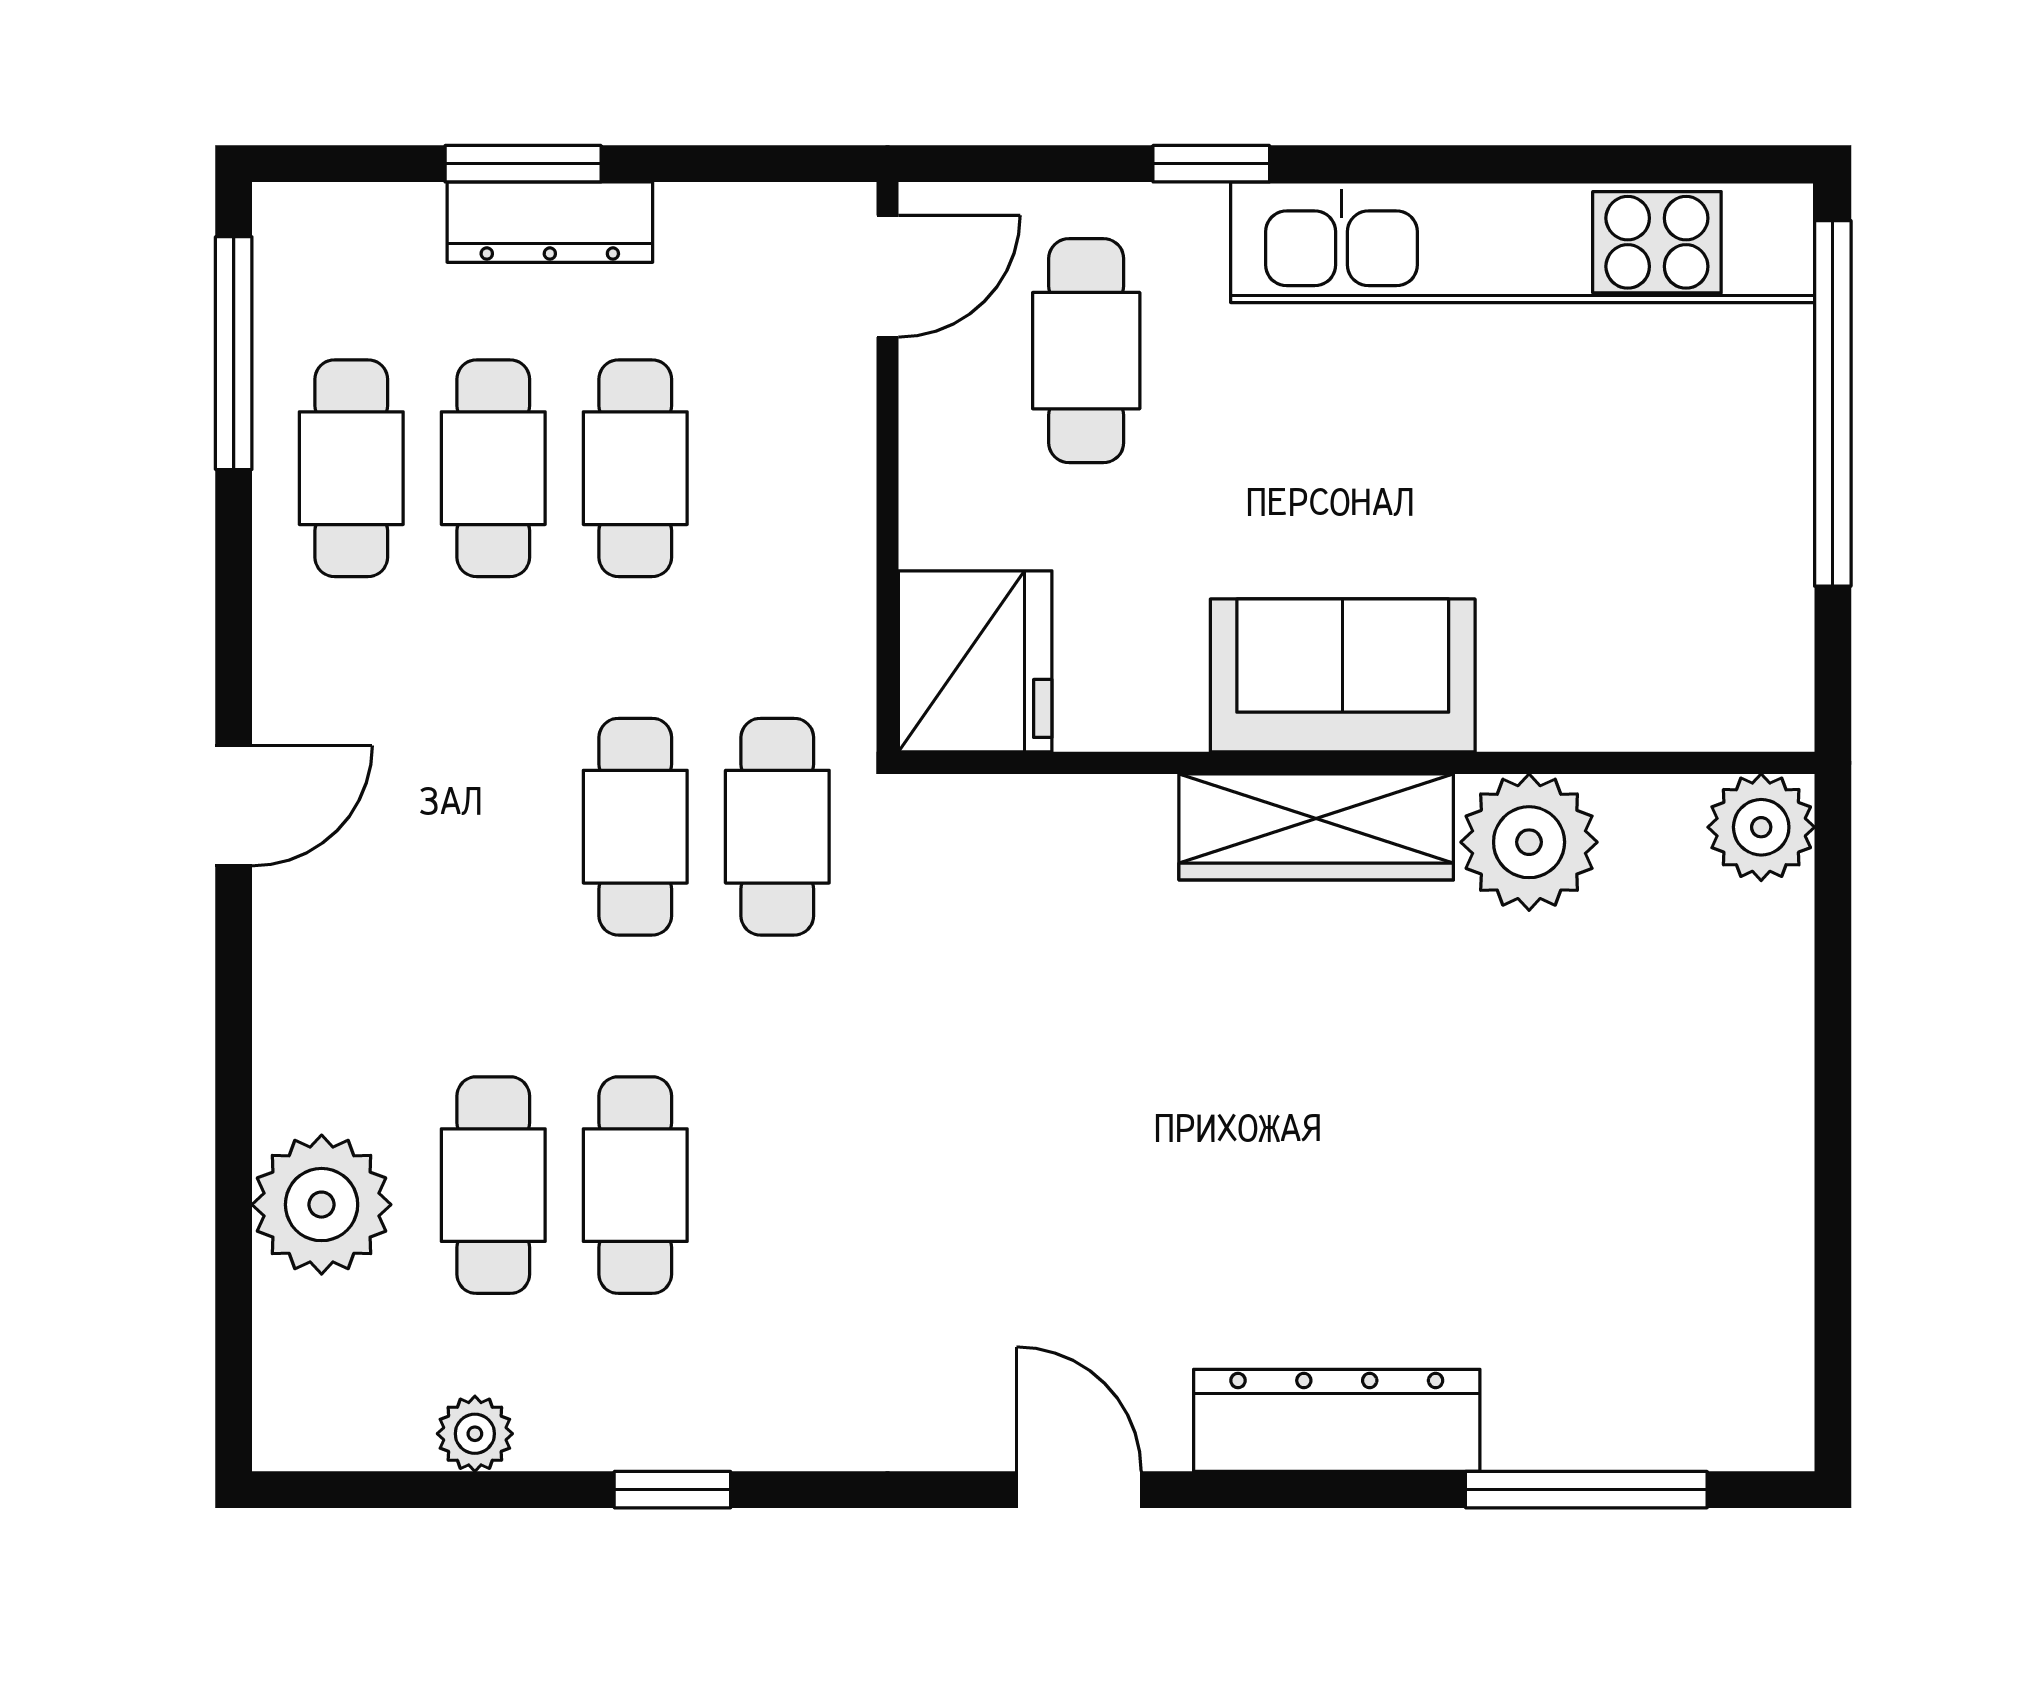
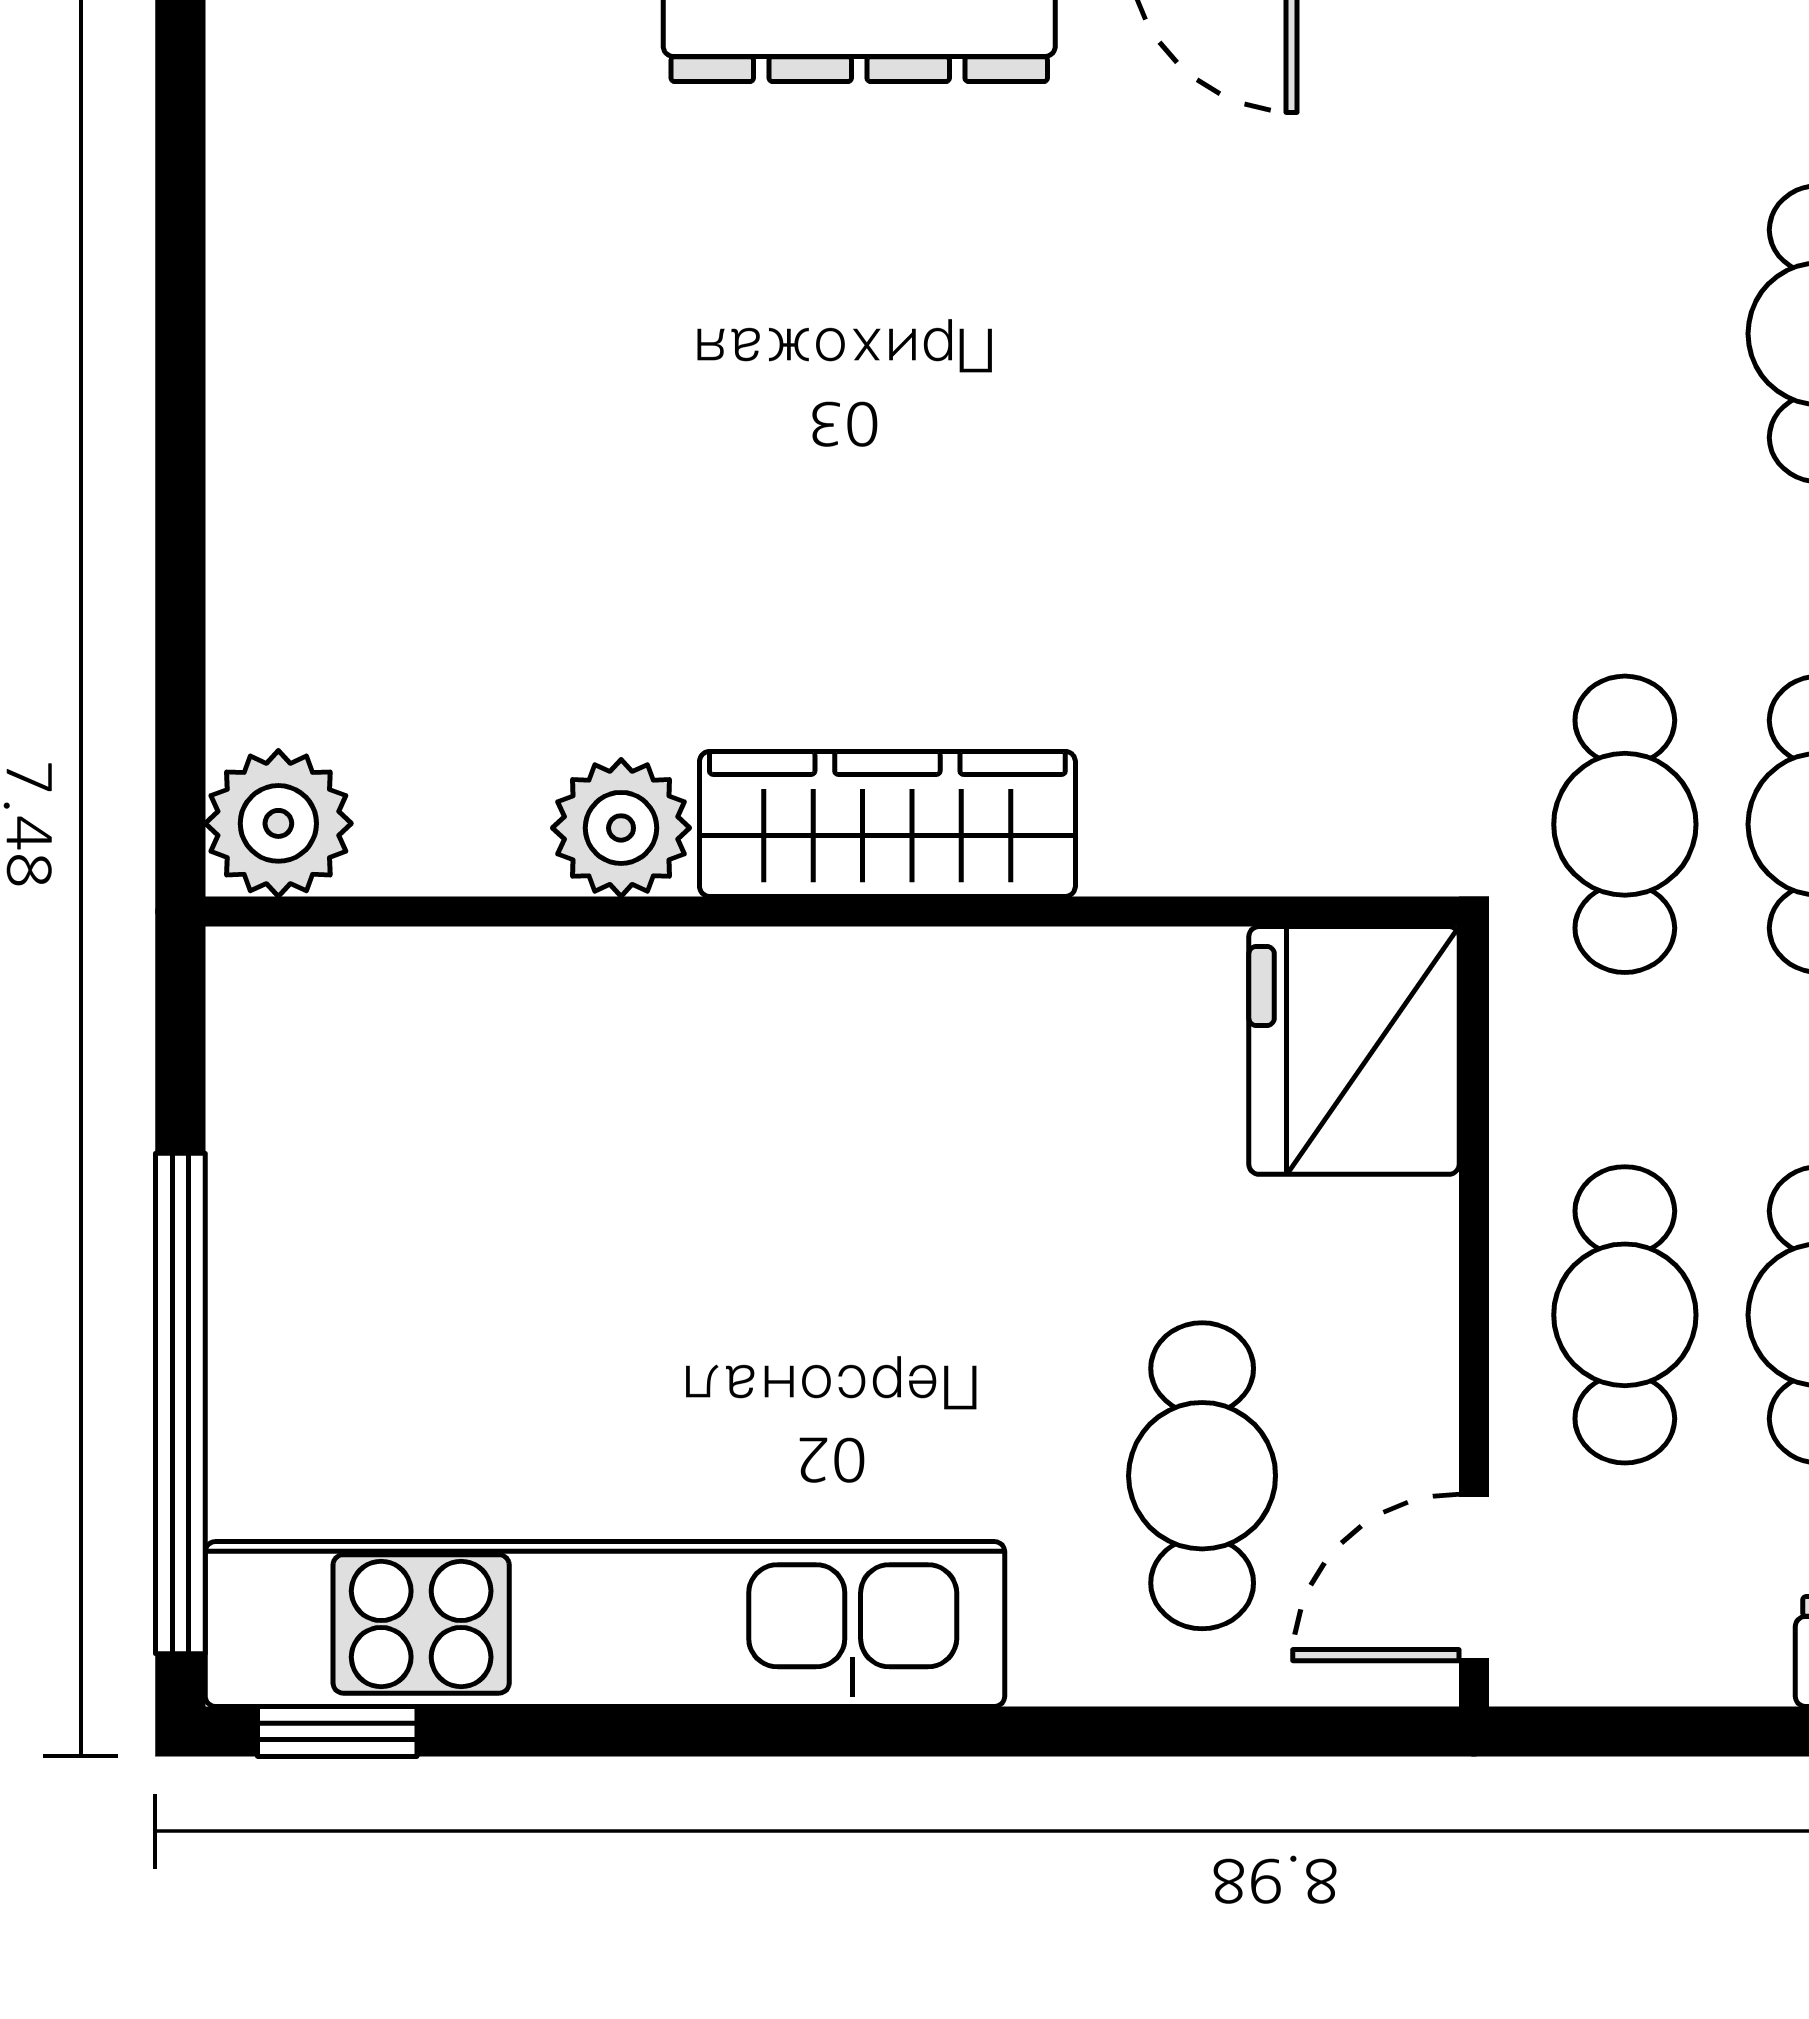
window: (1211, 164) -> (337, 1732), moved
cafe table: (777, 468) -> (1625, 1315), added
sofa: (1343, 675) -> (851, 1031), removed
plant: (1529, 842) -> (621, 828), width x0.73, depth x0.73

